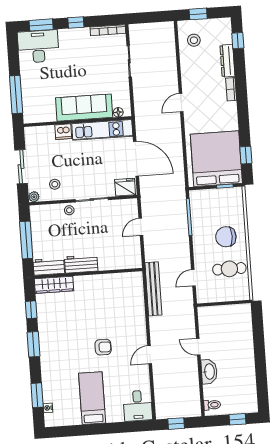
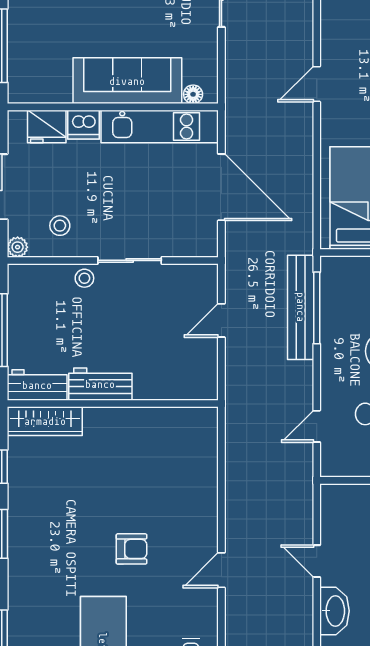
fridge: (125, 187) -> (47, 126), moved, turned 180
bench: (153, 289) -> (301, 307), moved

